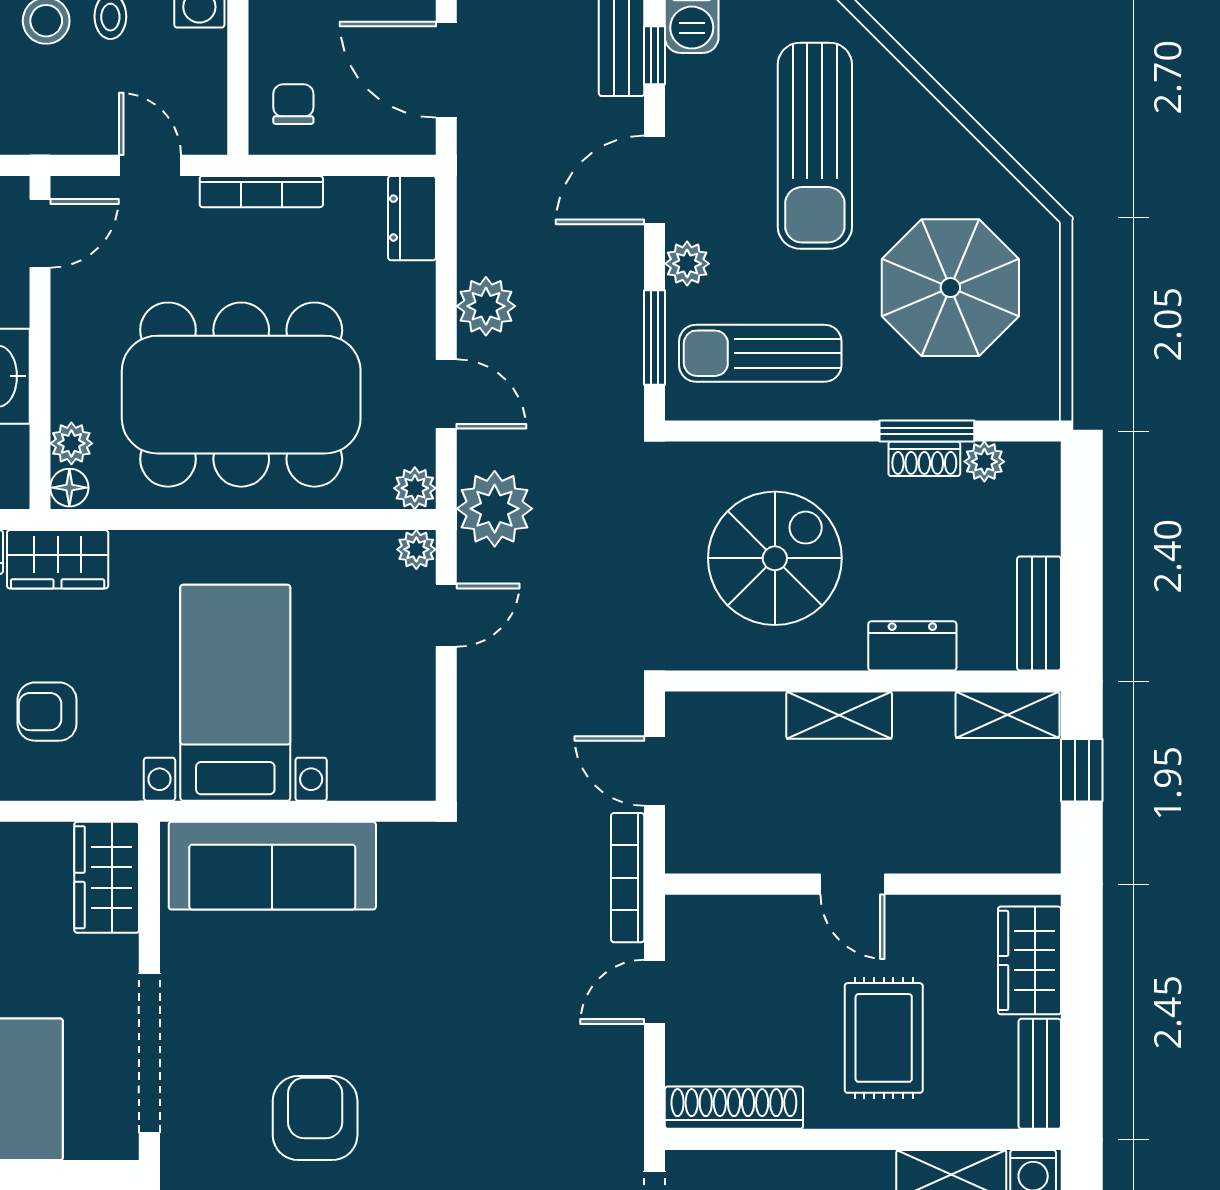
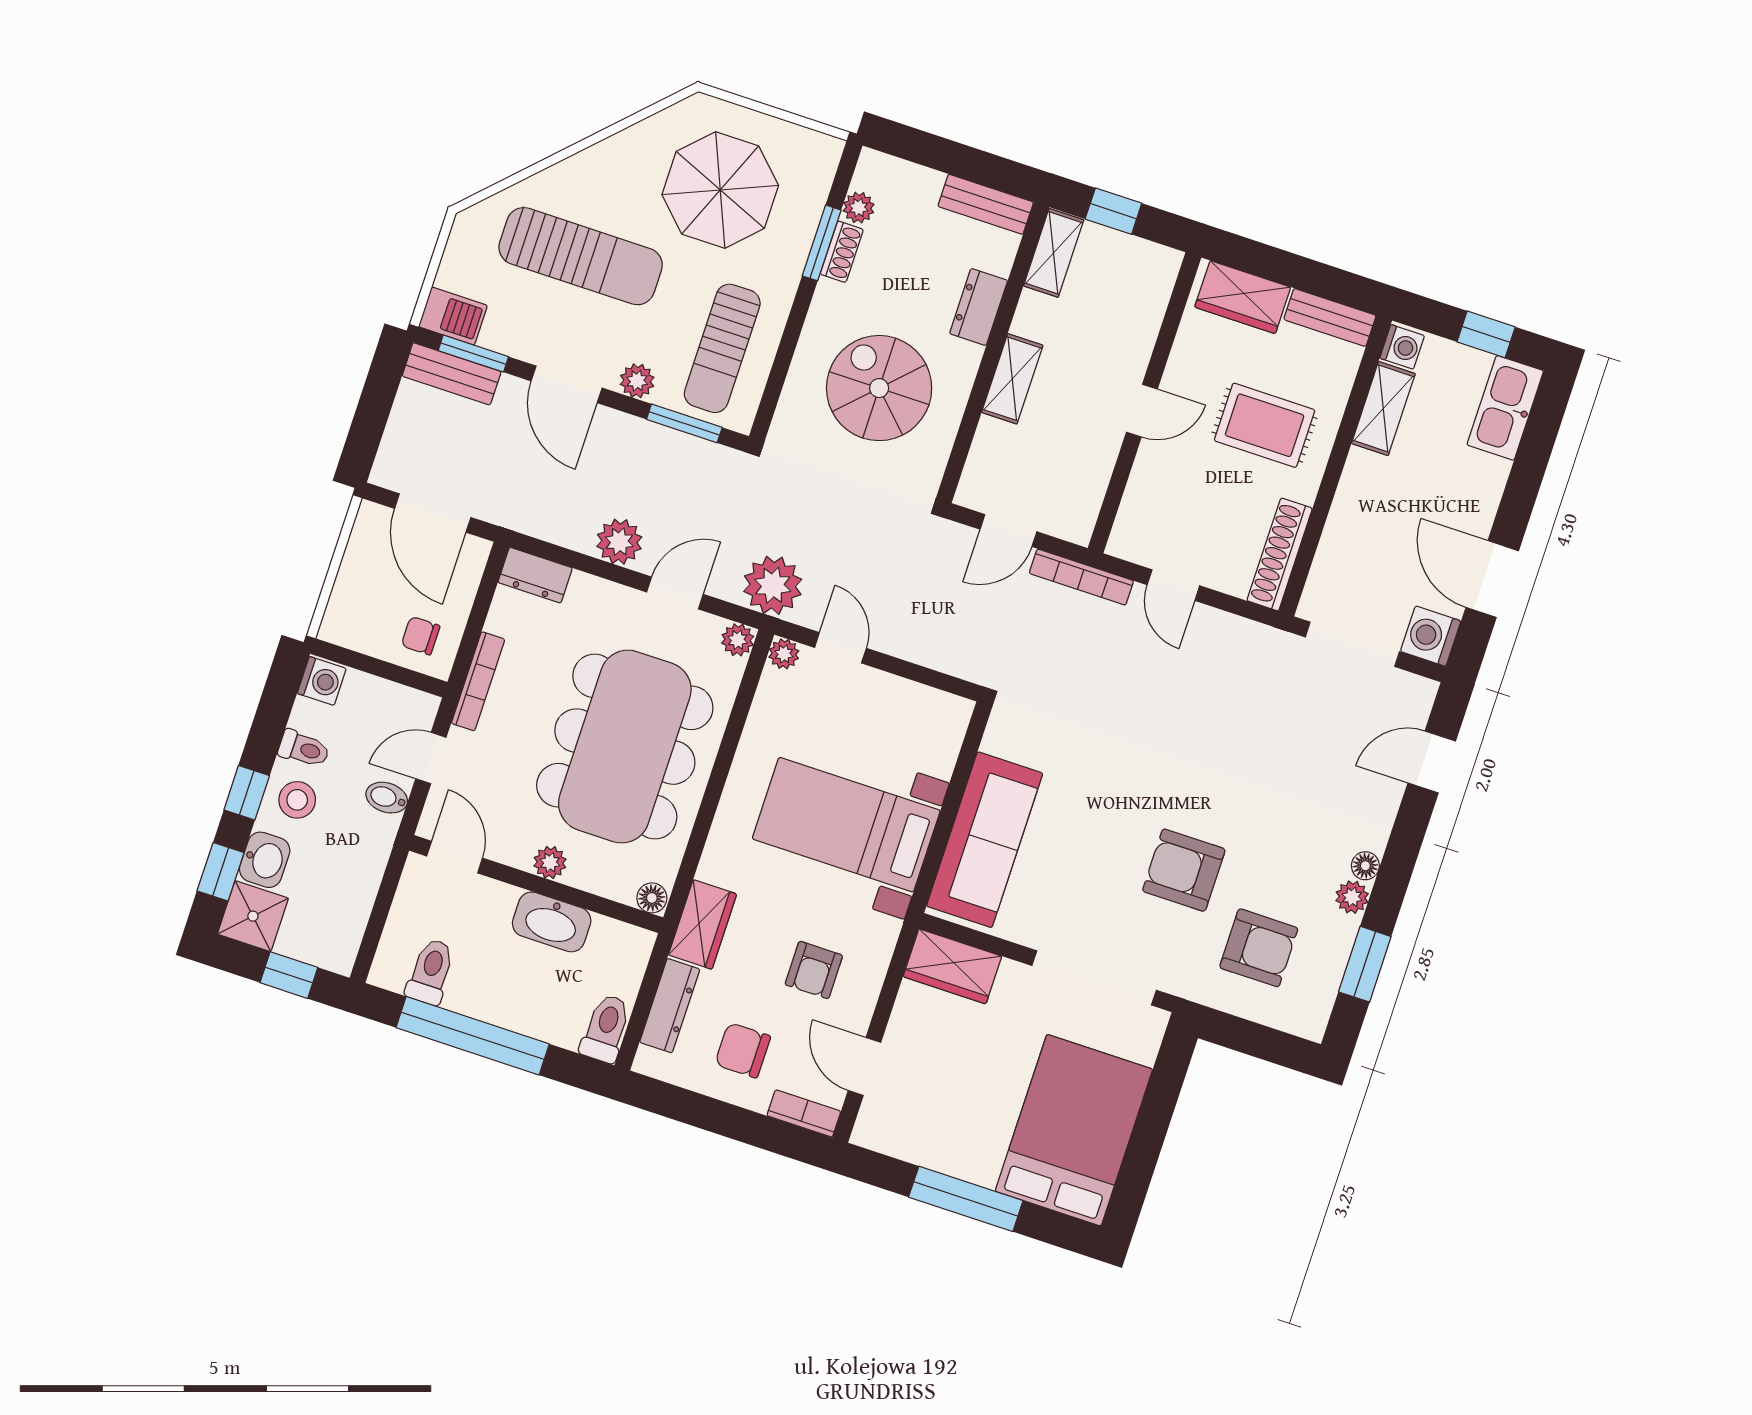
window: (655, 55) -> (473, 354), width x1.50
door: (446, 70) -> (433, 513), hinge flipped
bidet: (85, 128) -> (387, 798), added
plant: (71, 443) -> (550, 862), moved

